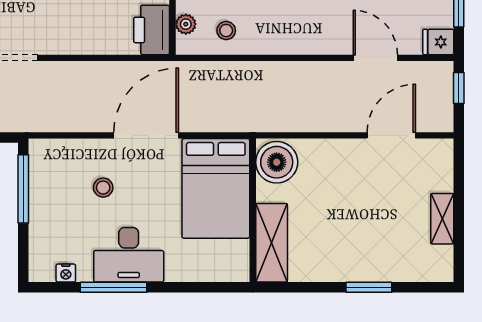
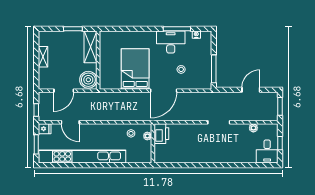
boiler: (277, 162) -> (88, 80), moved
wall: (253, 210) -> (98, 60), moved
shelving: (272, 243) -> (90, 47), moved

